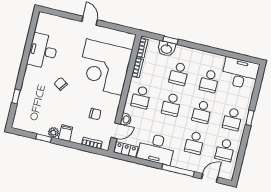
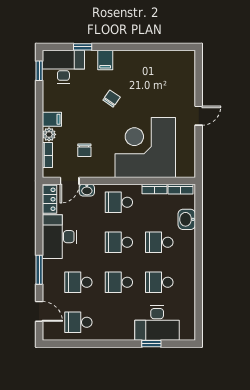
window: (170, 40) -> (199, 222), removed
desk: (43, 51) -> (63, 67), moved
desk: (240, 73) -> (157, 323), moved, turned 90
filing cabinet: (30, 82) -> (105, 60), added
window: (250, 118) -> (151, 344), moved
school desk: (232, 119) -> (119, 322), removed
door: (116, 131) -> (70, 181), hinge flipped
plant: (53, 132) -> (49, 134), moved
window: (44, 138) -> (39, 71), moved
window: (178, 170) -> (39, 270), width x0.69

